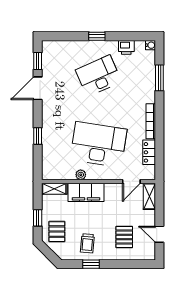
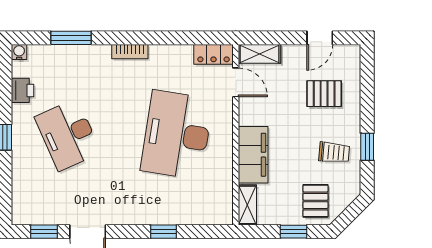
bookcase: (151, 121) -> (130, 52), width x0.64
locker: (149, 152) -> (214, 54), moved
plant: (81, 175) -> (225, 163), removed
pallet: (57, 232) -> (315, 201), turned 90

